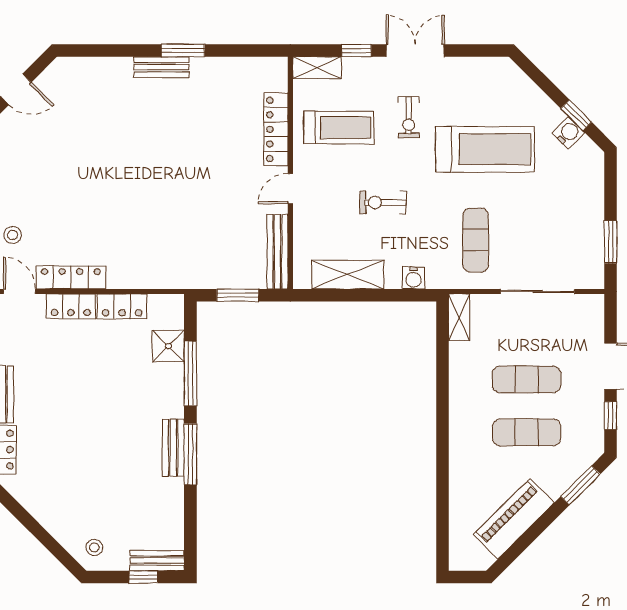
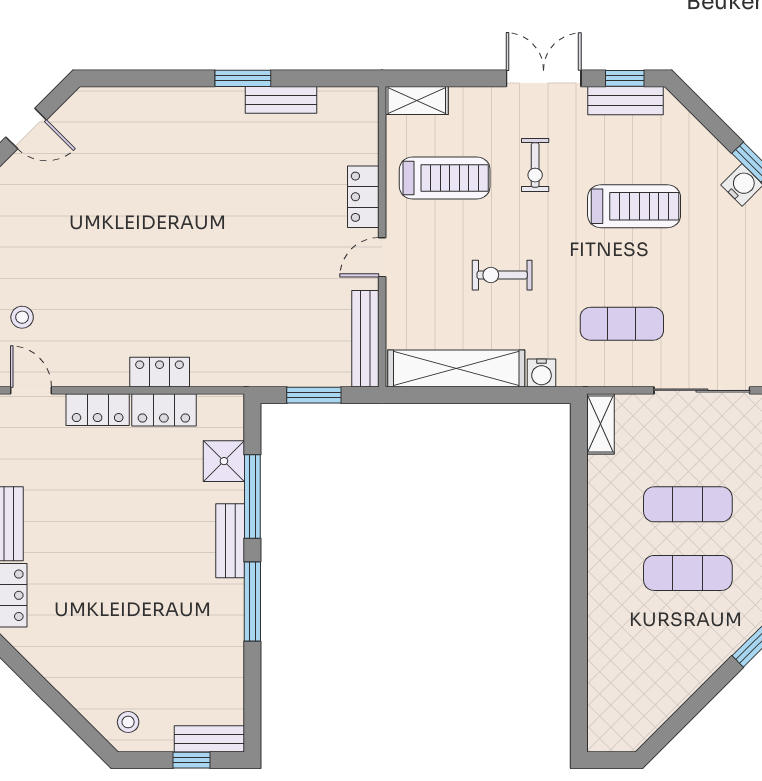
window: (356, 50) -> (625, 78), moved
bench: (161, 67) -> (281, 100), moved
bench: (478, 68) -> (625, 101), added
locker: (276, 129) -> (363, 197), width x0.66
treadmill: (485, 149) -> (634, 206), width x0.73, depth x0.73
exercise mat: (476, 240) -> (622, 324), turned 90
shelving: (348, 275) -> (456, 369), width x1.47
locker: (71, 277) -> (160, 372), moved, width x0.66
bench: (173, 448) -> (230, 541), moved
piano: (514, 519) -> (671, 685), removed

